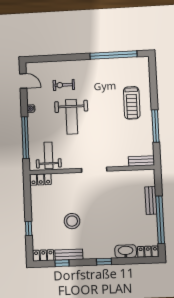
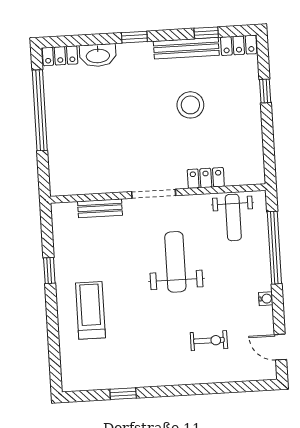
window: (113, 55) -> (123, 394), width x0.32
weight bench: (72, 117) -> (175, 262), moved
window: (155, 126) -> (49, 271), width x0.46
bench: (141, 161) -> (100, 208), moved
locker: (41, 179) -> (206, 178), moved
bench: (151, 200) -> (56, 143), removed
bench: (69, 255) -> (186, 48), width x1.36

